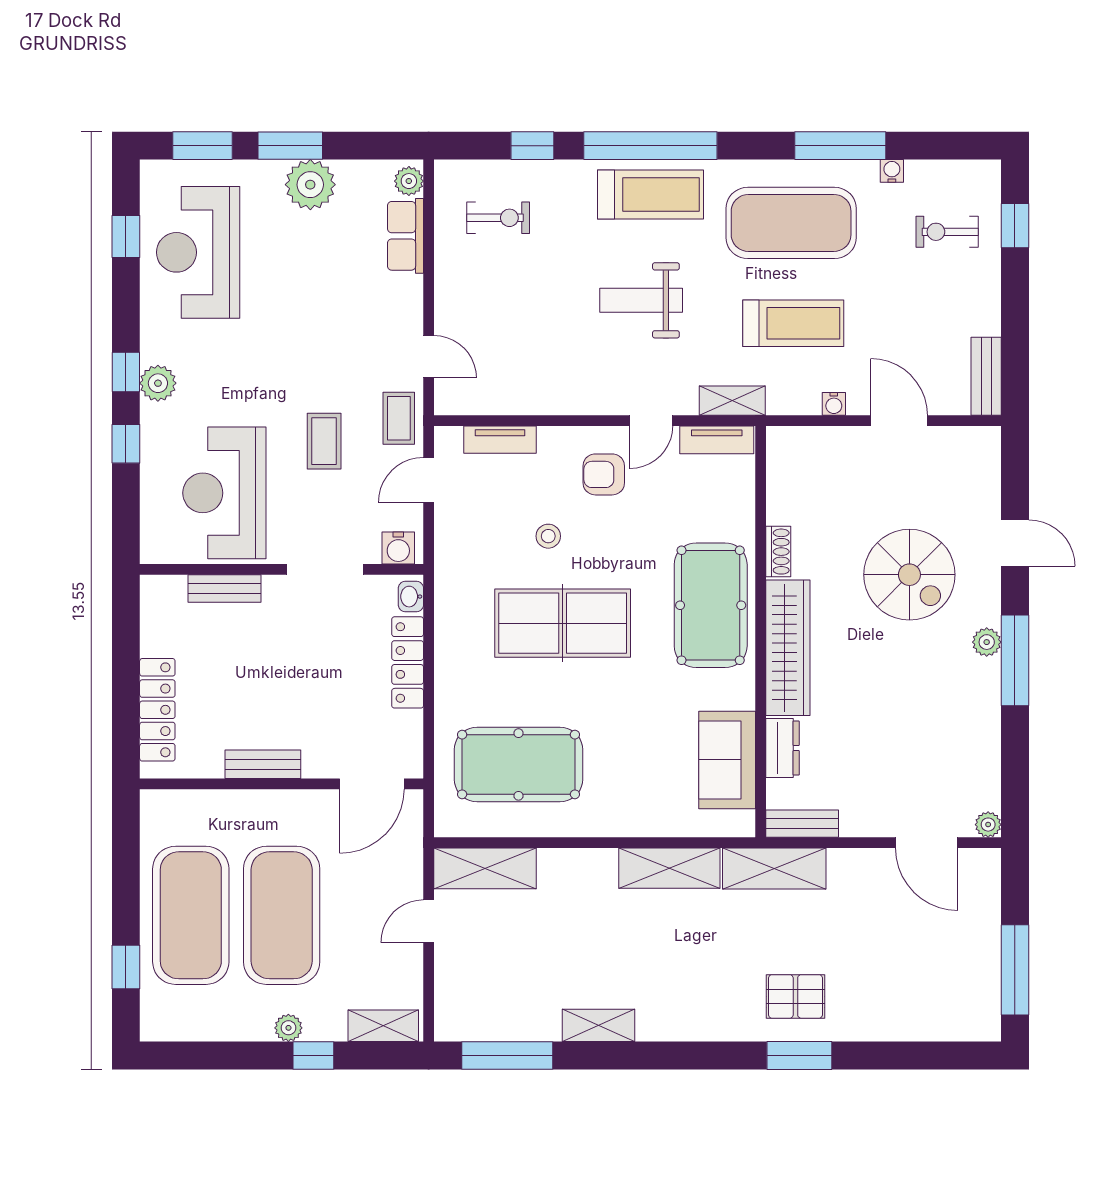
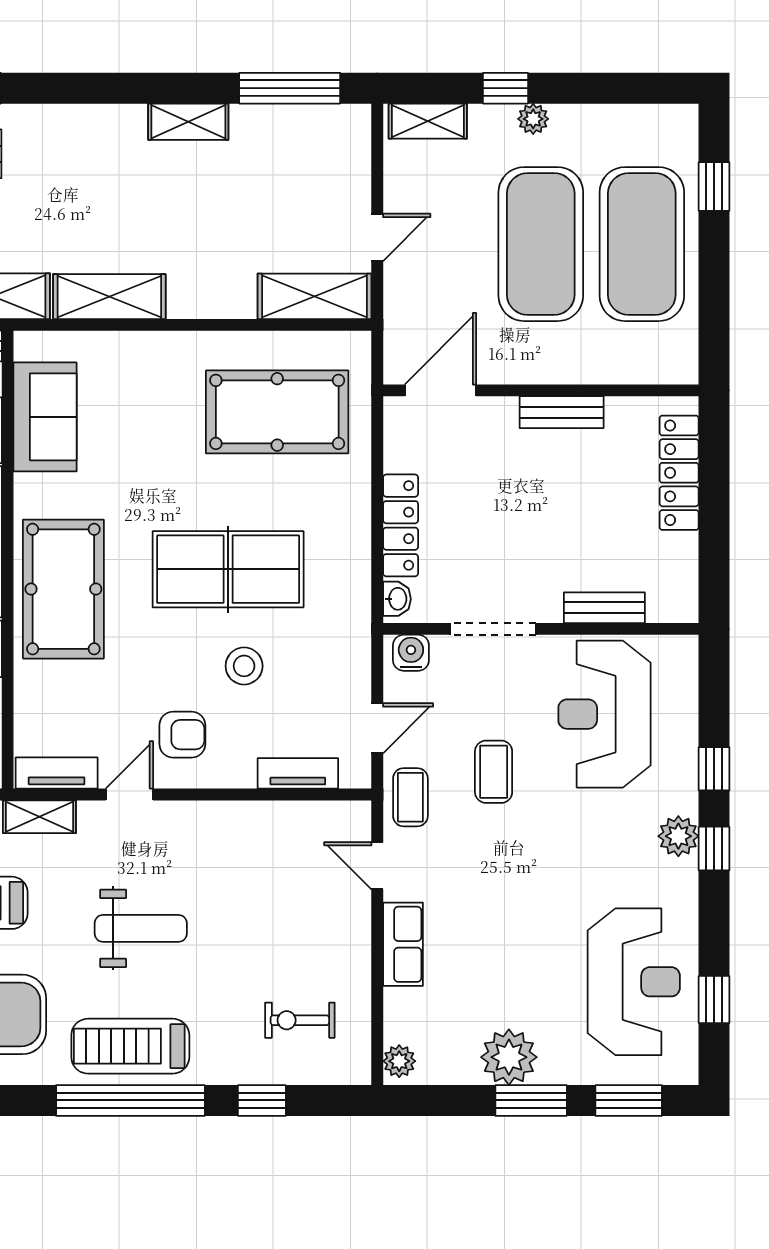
row of seats: (405, 236) -> (403, 944), moved
reception desk: (224, 493) -> (604, 714), turned 180
stool: (548, 536) -> (244, 666), width x1.37, depth x1.37

